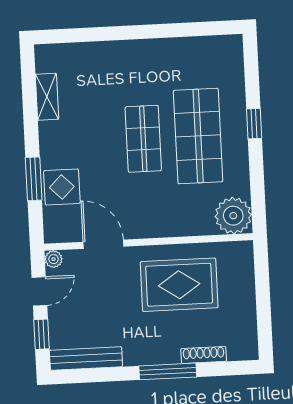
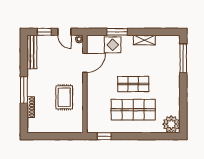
window: (83, 35) -> (183, 58), added
shelving: (47, 97) -> (144, 40), moved
window: (254, 124) -> (104, 136), moved
plant: (233, 216) -> (171, 124), moved
rug: (179, 285) -> (64, 97), width x0.73, depth x0.70

